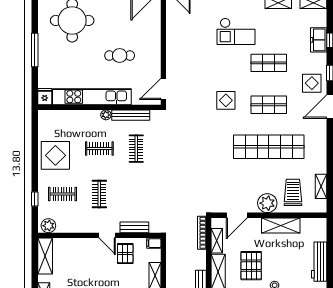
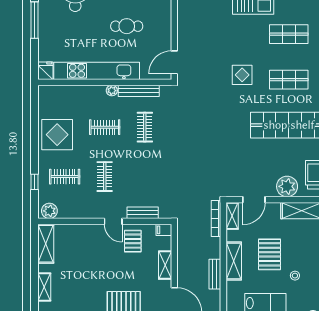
shelving: (217, 241) -> (232, 216), moved

